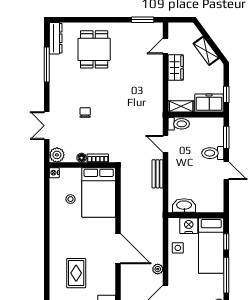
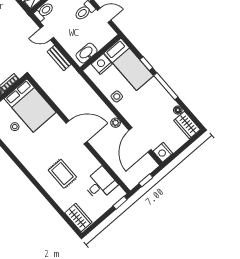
washbasin: (184, 206) -> (87, 53), moved
wall: (196, 215) -> (100, 53), moved
nightstand: (189, 226) -> (102, 64), moved
bed: (211, 246) -> (129, 64), moved

